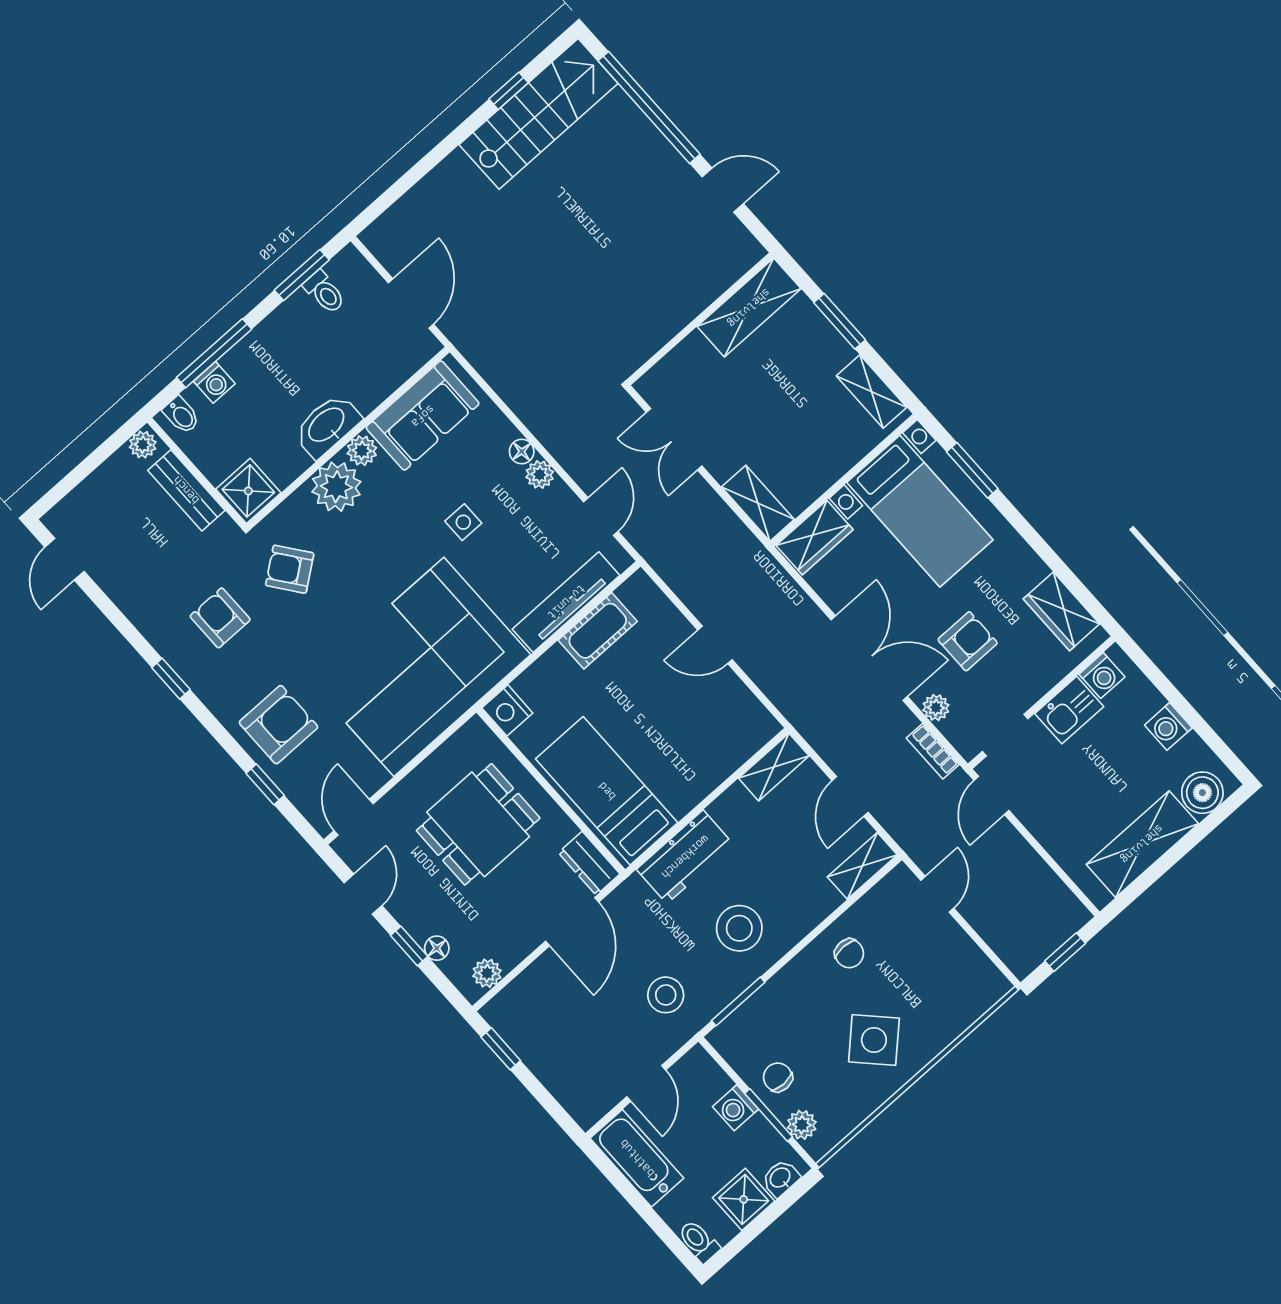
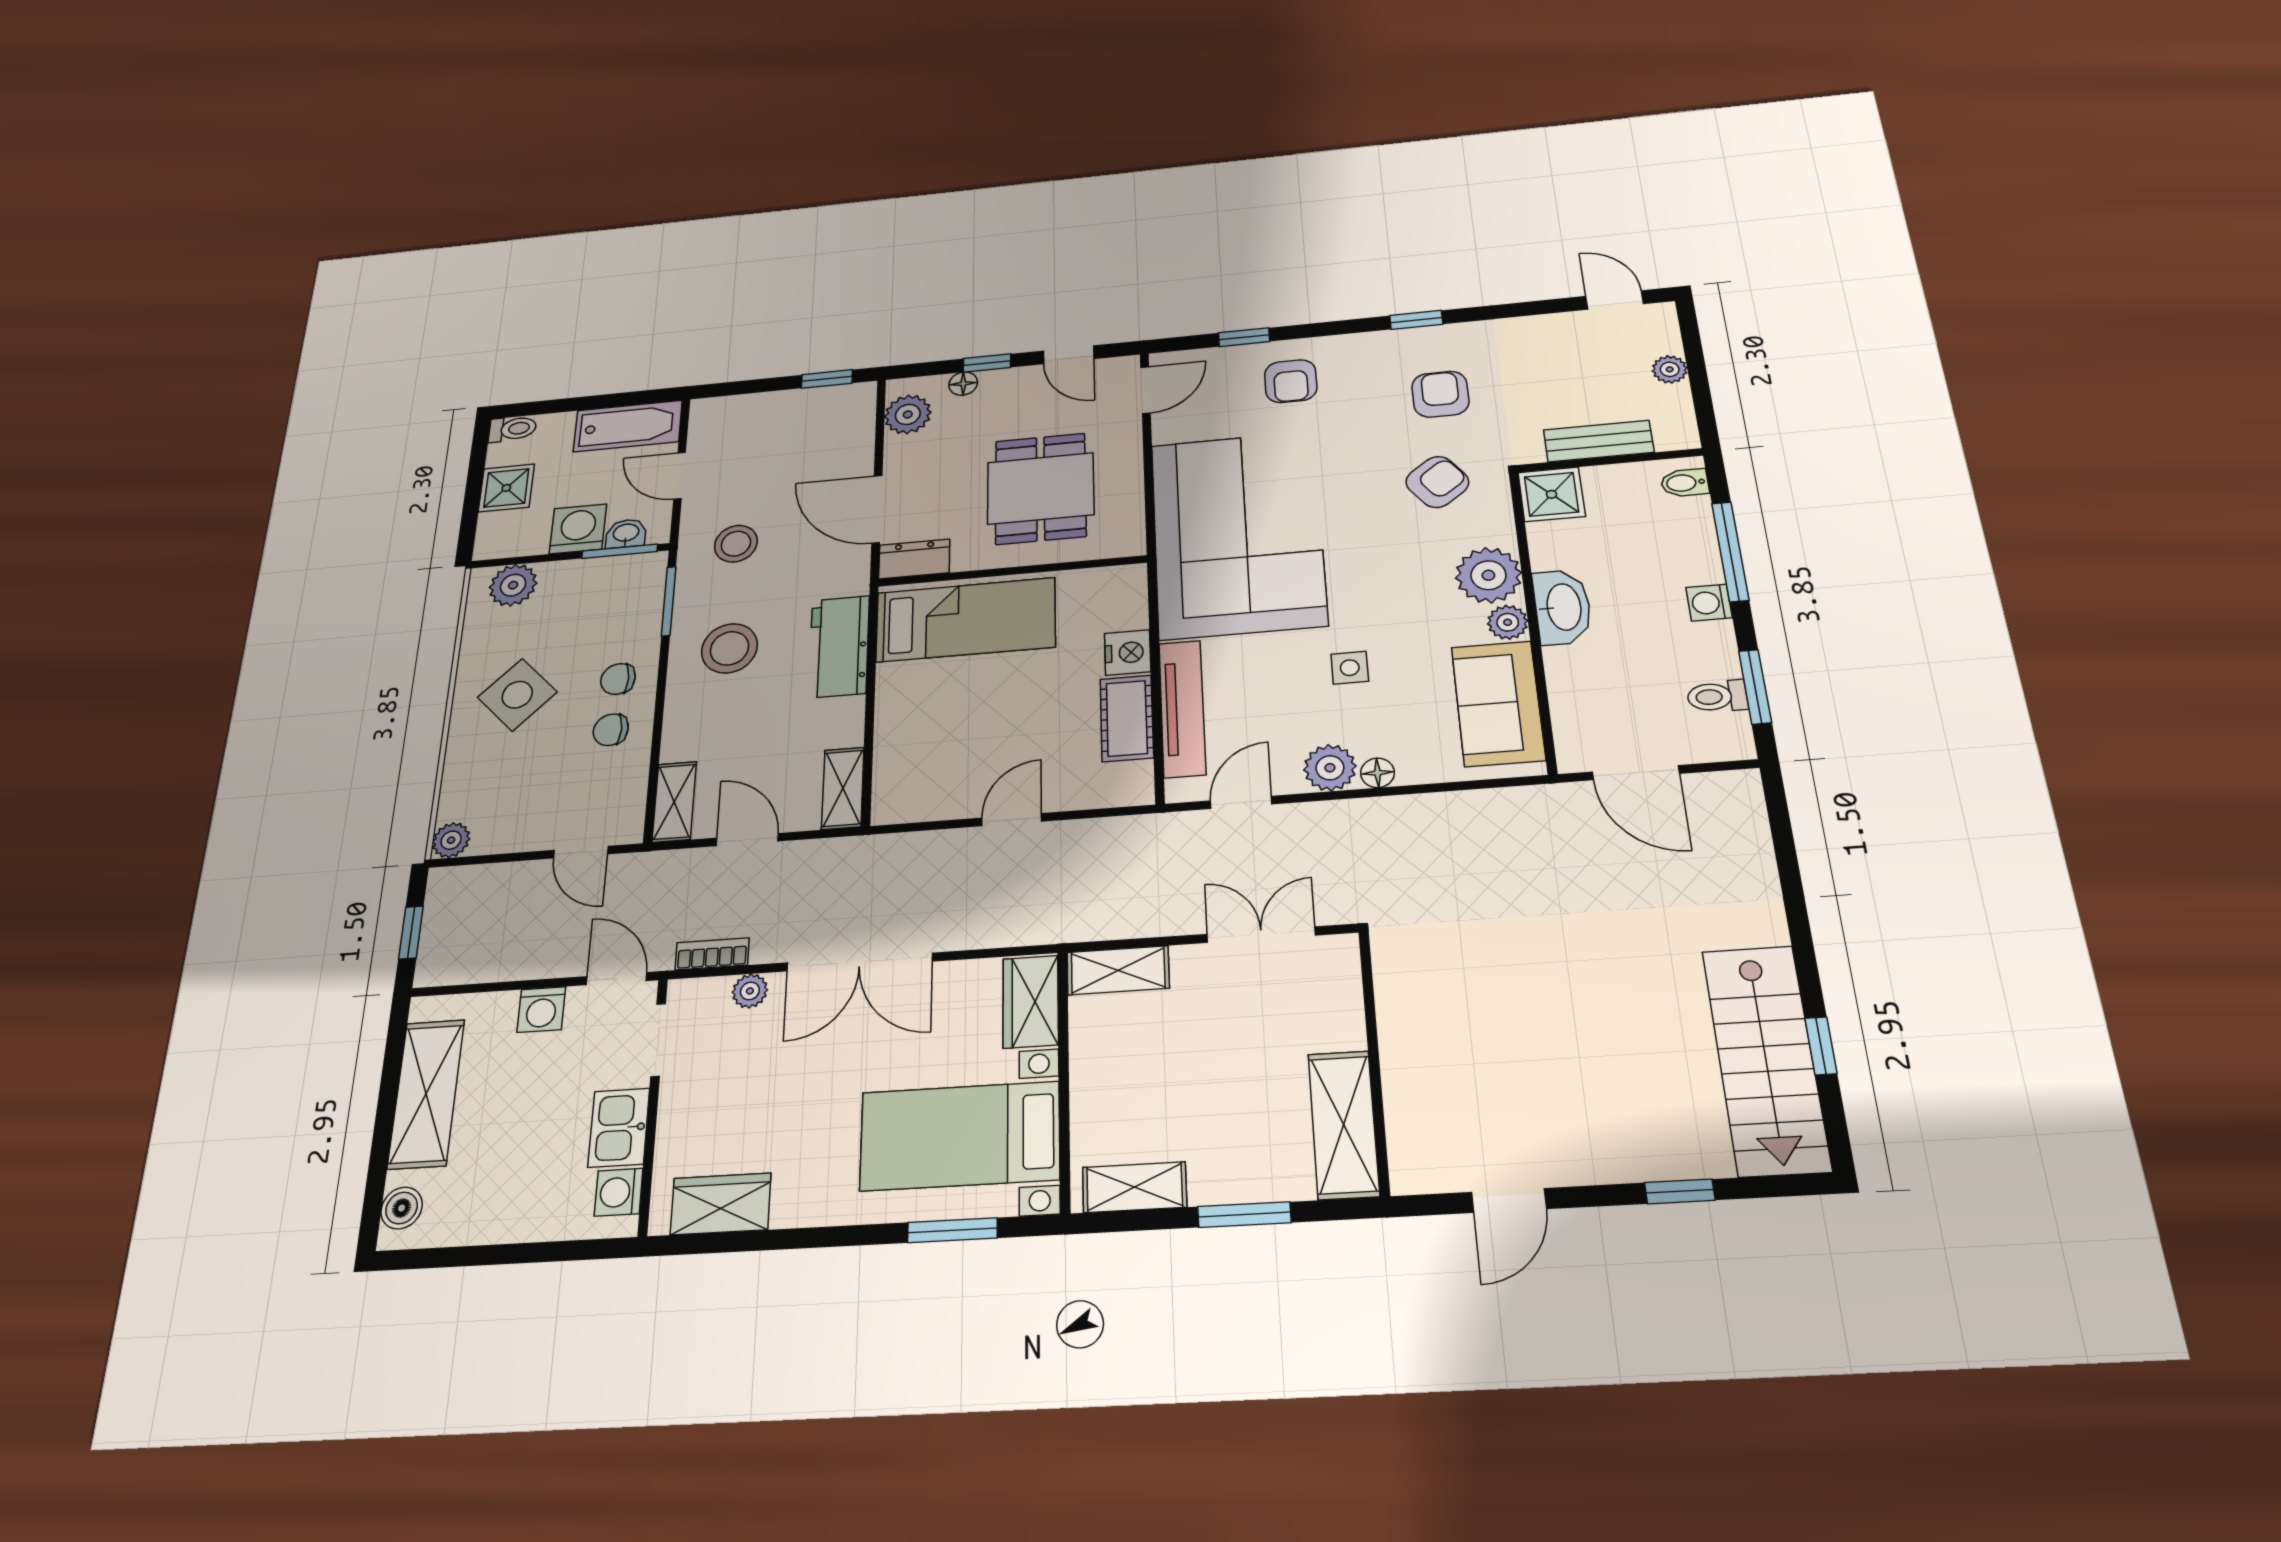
window: (649, 107) -> (1680, 1191), width x0.32
washing machine: (214, 382) -> (1709, 603), moved
plant: (143, 445) -> (1670, 369), moved
plant: (540, 475) -> (1330, 768), width x1.38, depth x1.38
door: (601, 517) -> (1241, 802), swing flipped
armchair: (220, 618) -> (1440, 394), turned -90
armchair: (968, 641) -> (783, 1077), removed
nightstand: (507, 710) -> (1128, 653), moved, turned 90
armchair: (278, 725) -> (1291, 381), width x0.72, depth x0.72
washing machine: (1168, 726) -> (541, 1010), moved, turned 180
boiler: (1202, 793) -> (402, 1208), width x0.73, depth x0.73
door: (354, 817) -> (1146, 390), hinge flipped
plant: (487, 973) -> (908, 414), width x1.38, depth x1.38
plant: (994, 986) -> (451, 840), added
chair: (778, 1077) -> (618, 679), moved, turned 180
washing machine: (735, 1108) -> (578, 529), width x1.38, depth x1.38
window: (769, 1115) -> (620, 551), moved
plant: (802, 1125) -> (513, 585), width x1.38, depth x1.38
washbasin: (781, 1178) -> (626, 533), moved, turned -90

